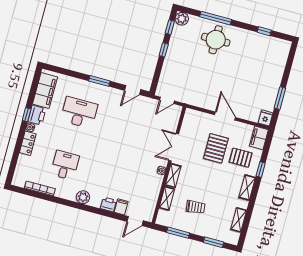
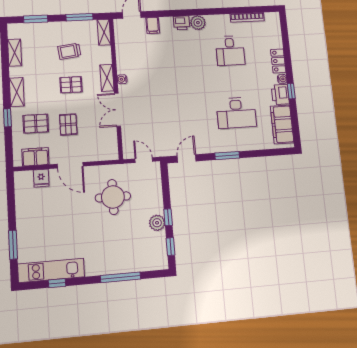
plant: (182, 19) -> (157, 223), moved
round table: (216, 40) -> (113, 197), moved
kitchen unit: (265, 42) -> (51, 270), added
window: (280, 98) -> (13, 245), moved
door: (167, 100) -> (144, 160), hinge flipped
fridge: (265, 118) -> (41, 178), moved
filing cabinet: (259, 138) -> (35, 157), moved, turned -90
double door: (174, 147) -> (117, 110), swing flipped
pallet: (216, 148) -> (68, 125), width x0.67, depth x0.71
pallet: (203, 179) -> (71, 85), added
shelving: (167, 198) -> (104, 32), moved
printer: (108, 204) -> (182, 23), moved

